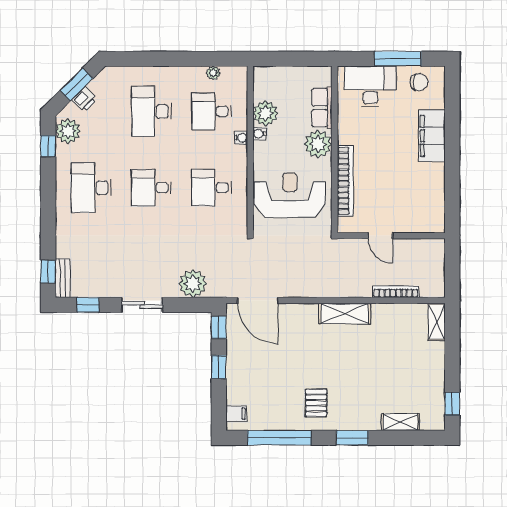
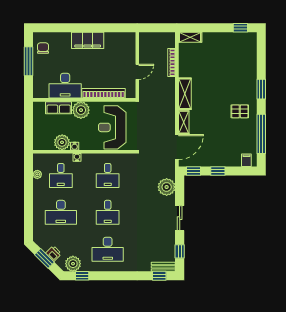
desk: (370, 86) -> (65, 86), moved, turned -90
filing cabinet: (432, 136) -> (88, 40), moved
shelving: (400, 422) -> (184, 122), moved

